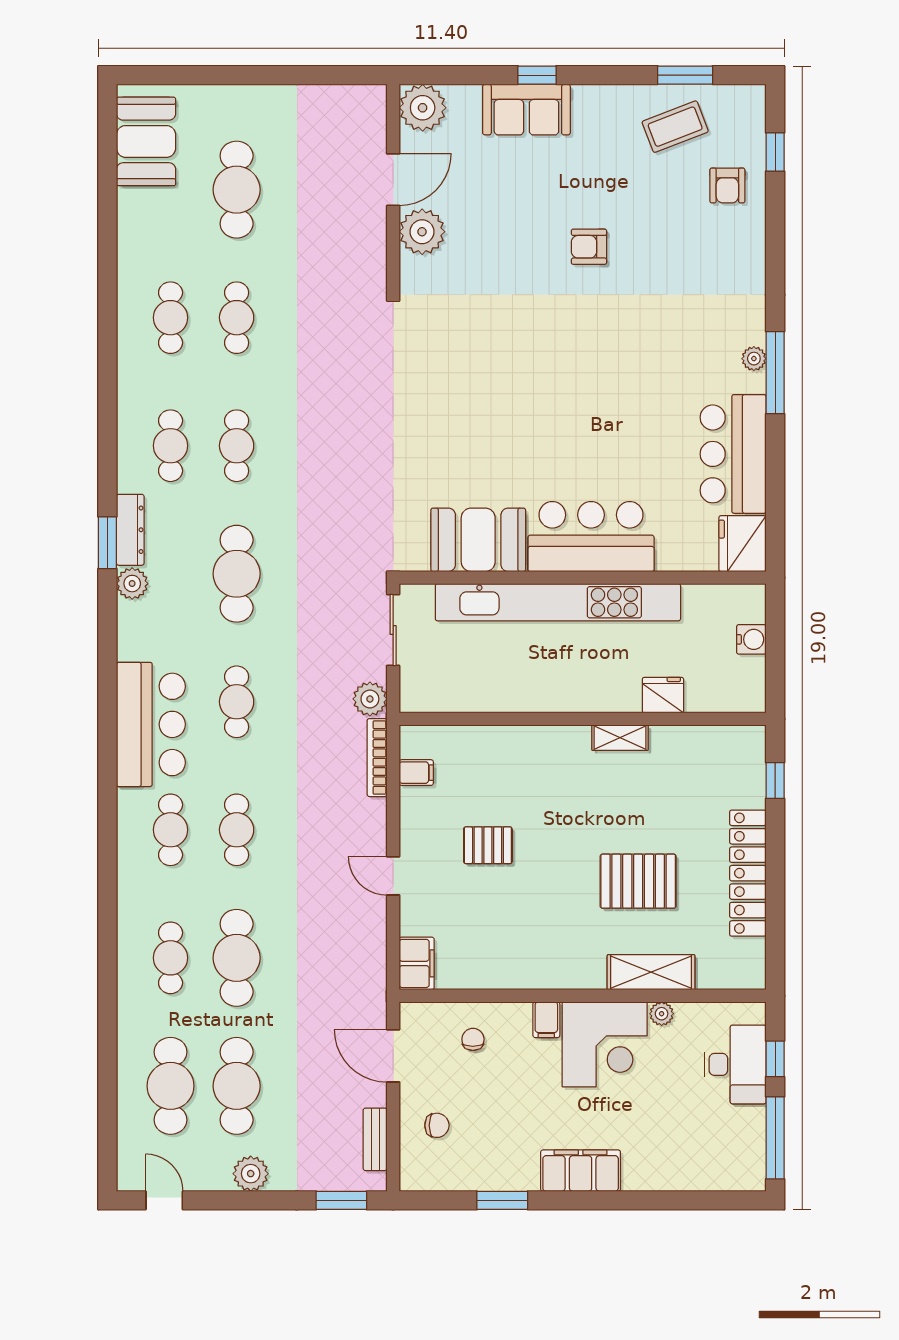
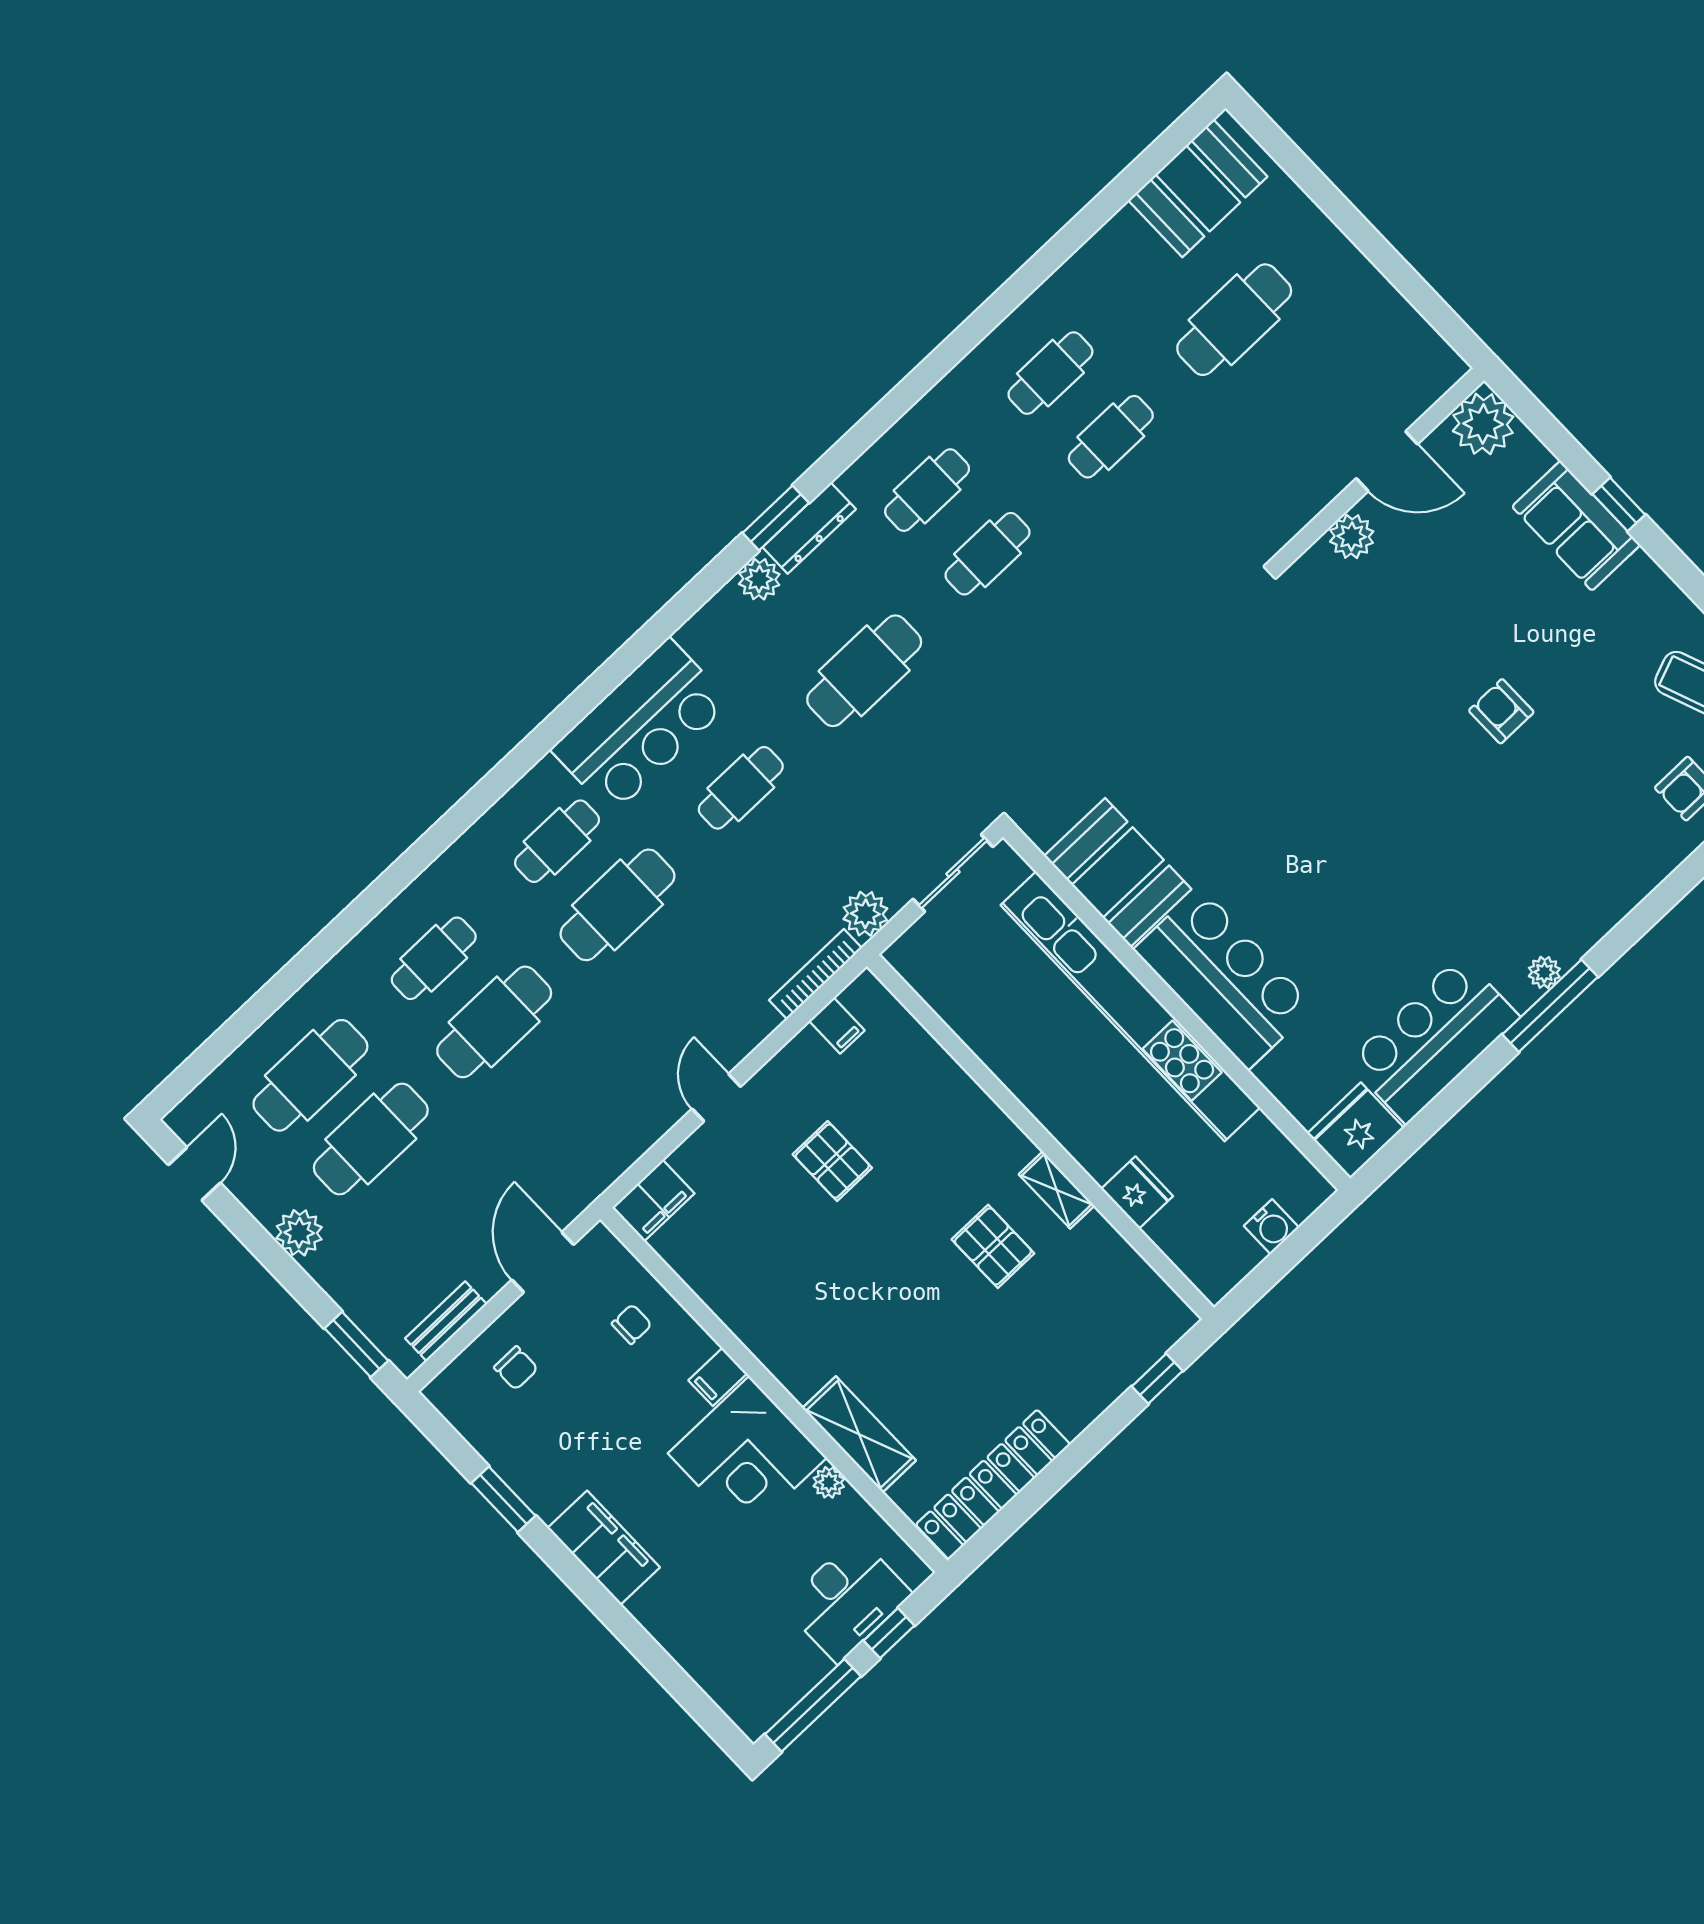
plant: (422, 232) -> (1352, 536), width x0.73, depth x0.73
cafe table: (237, 830) -> (617, 905), width x1.37, depth x1.35
locker: (748, 873) -> (993, 1485), moved
pallet: (638, 881) -> (993, 1246), moved, width x0.67, depth x0.71

